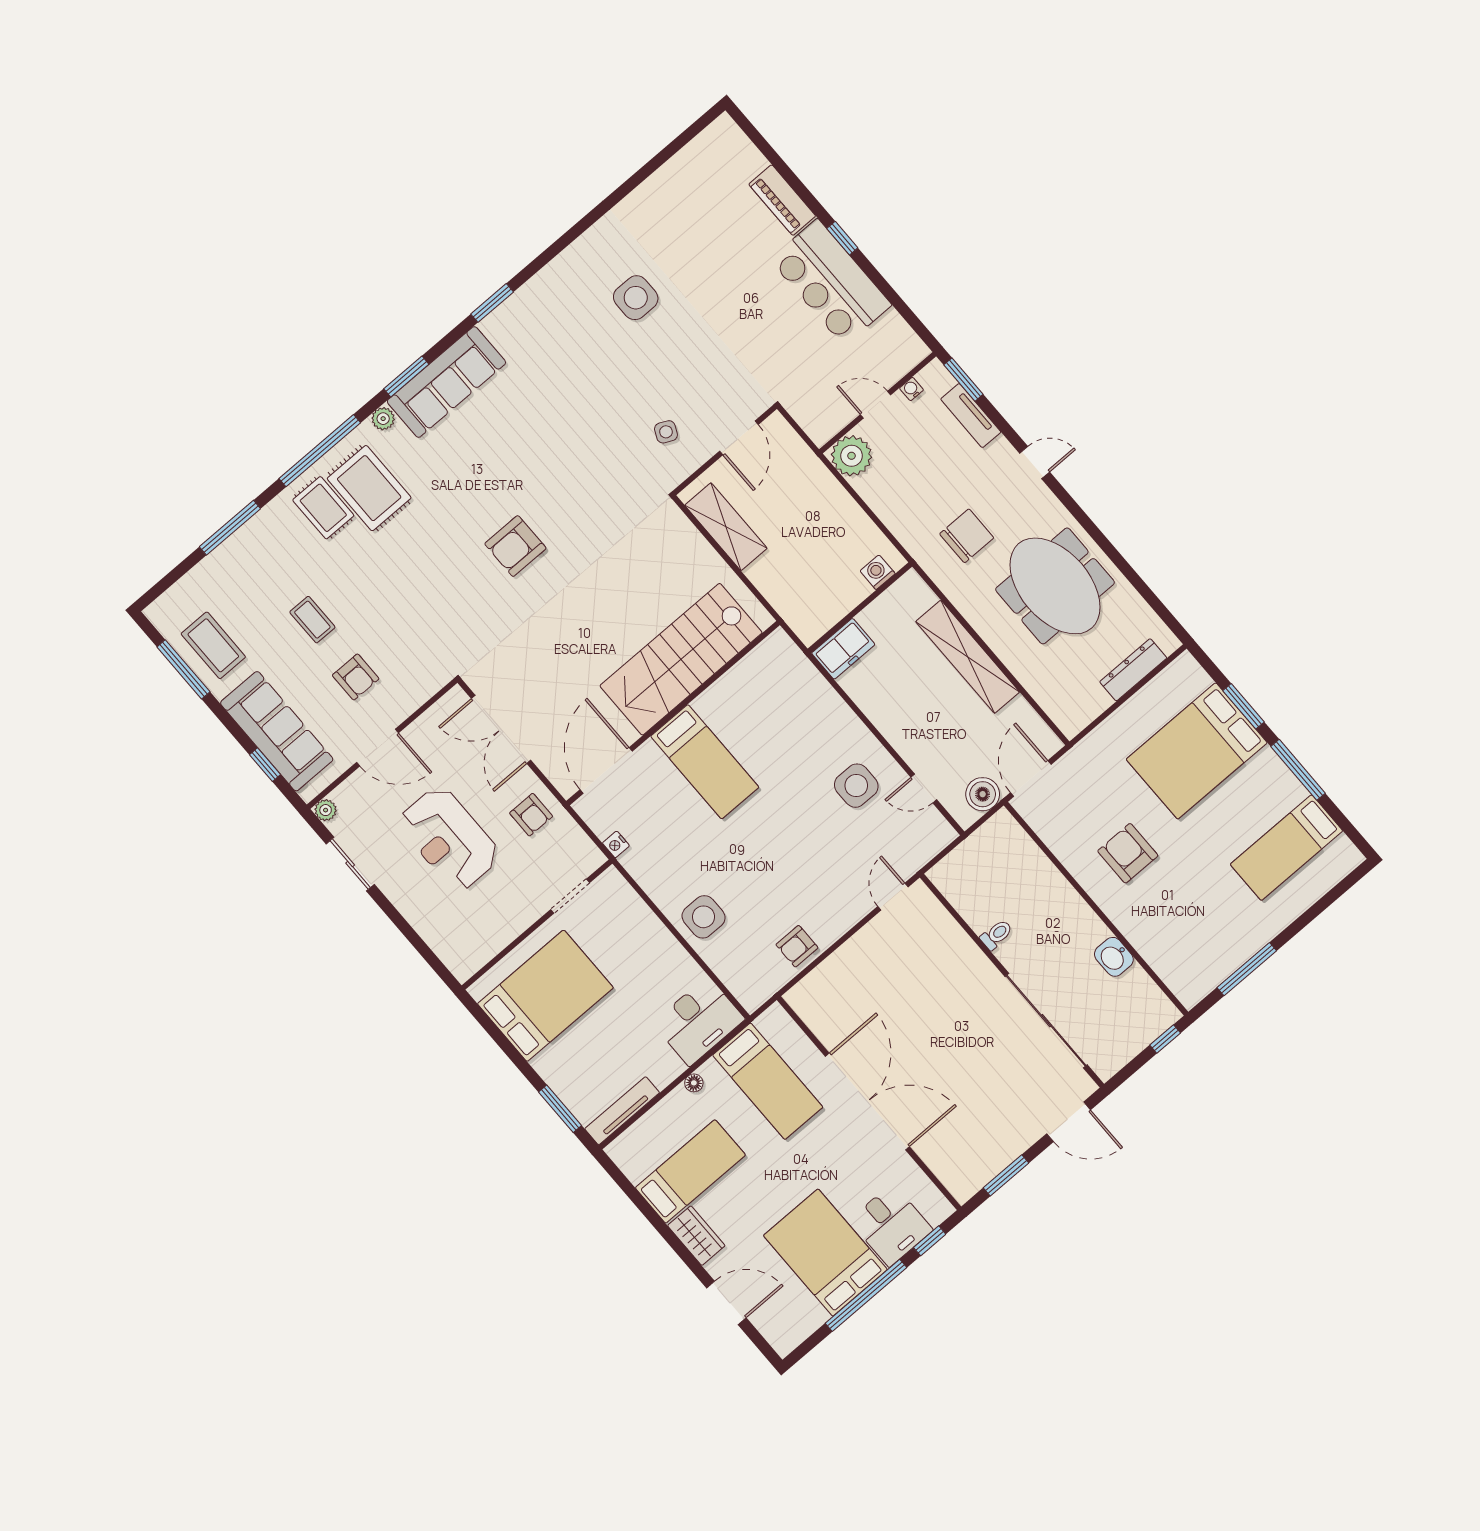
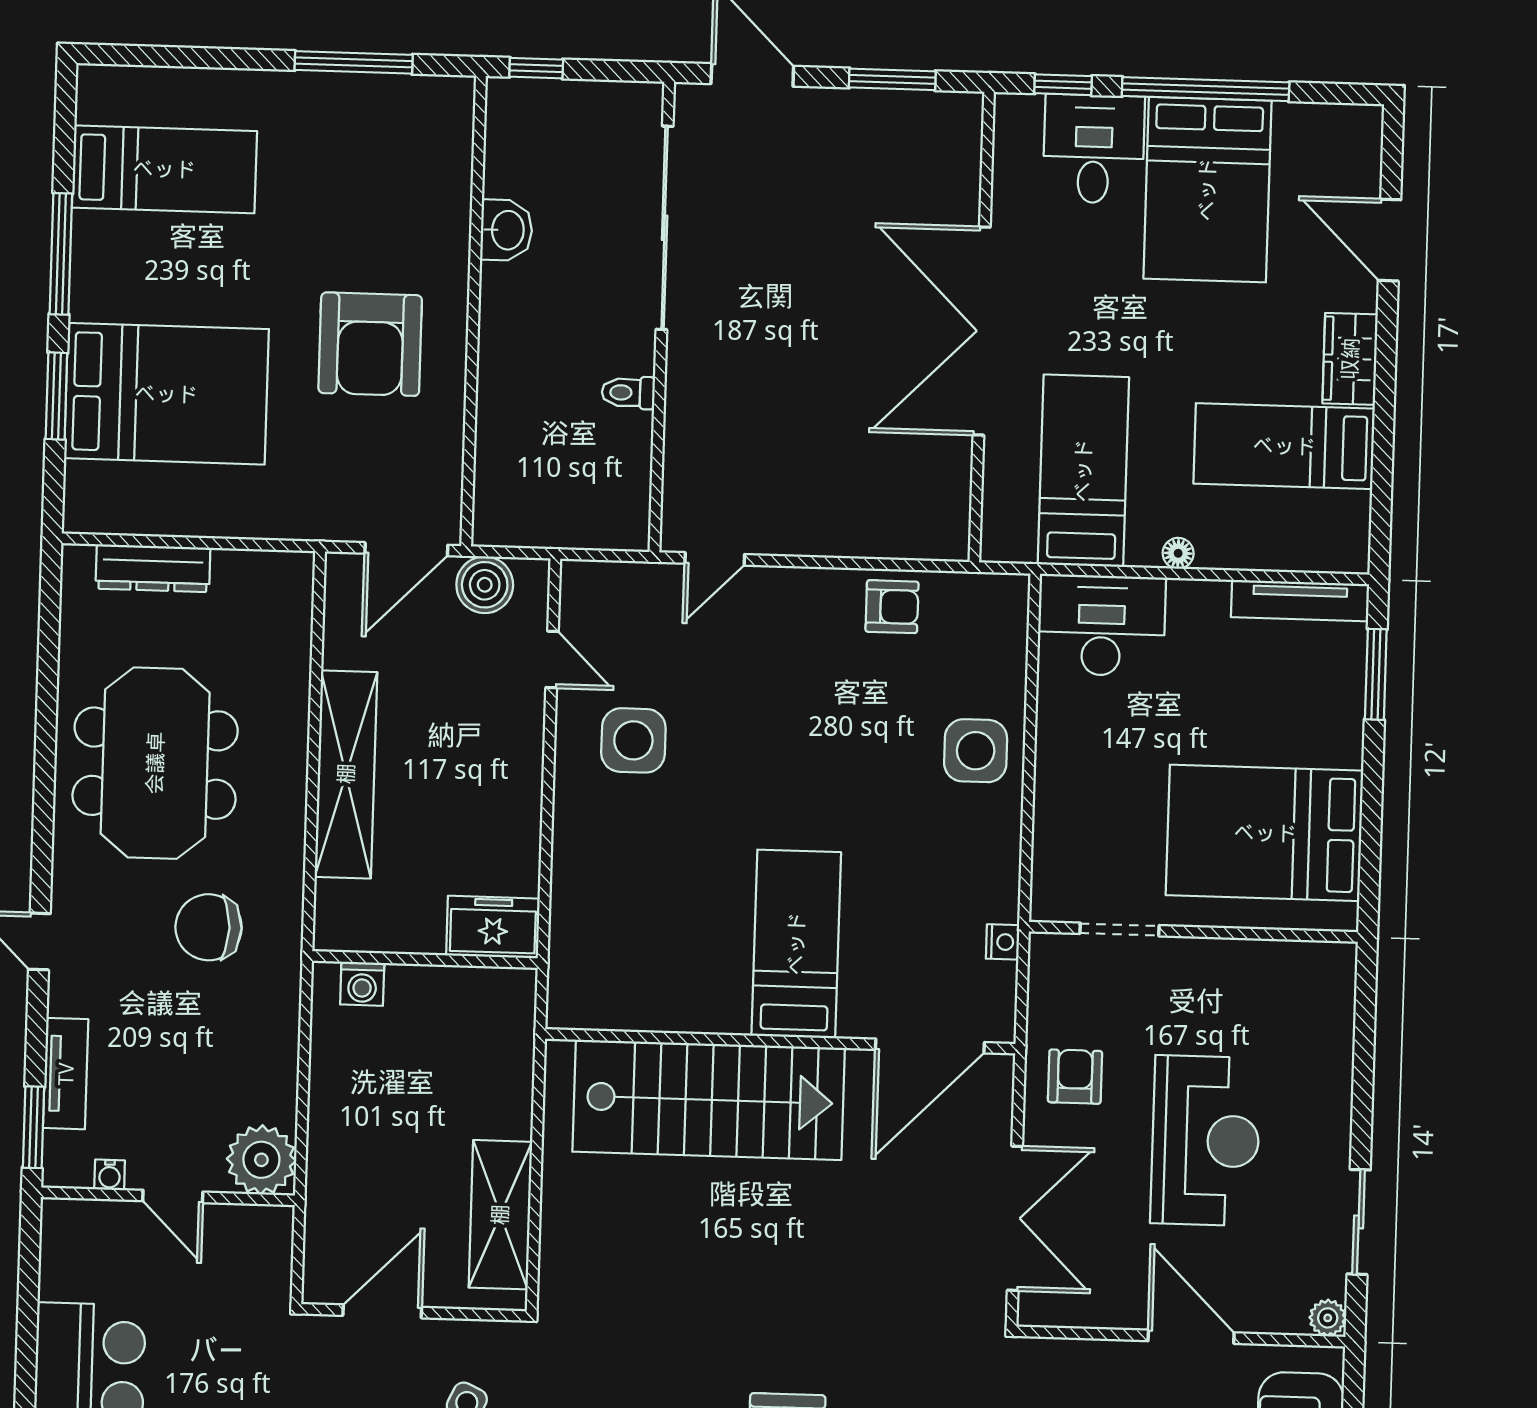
armchair: (1128, 853) -> (370, 344), width x1.36, depth x1.36

